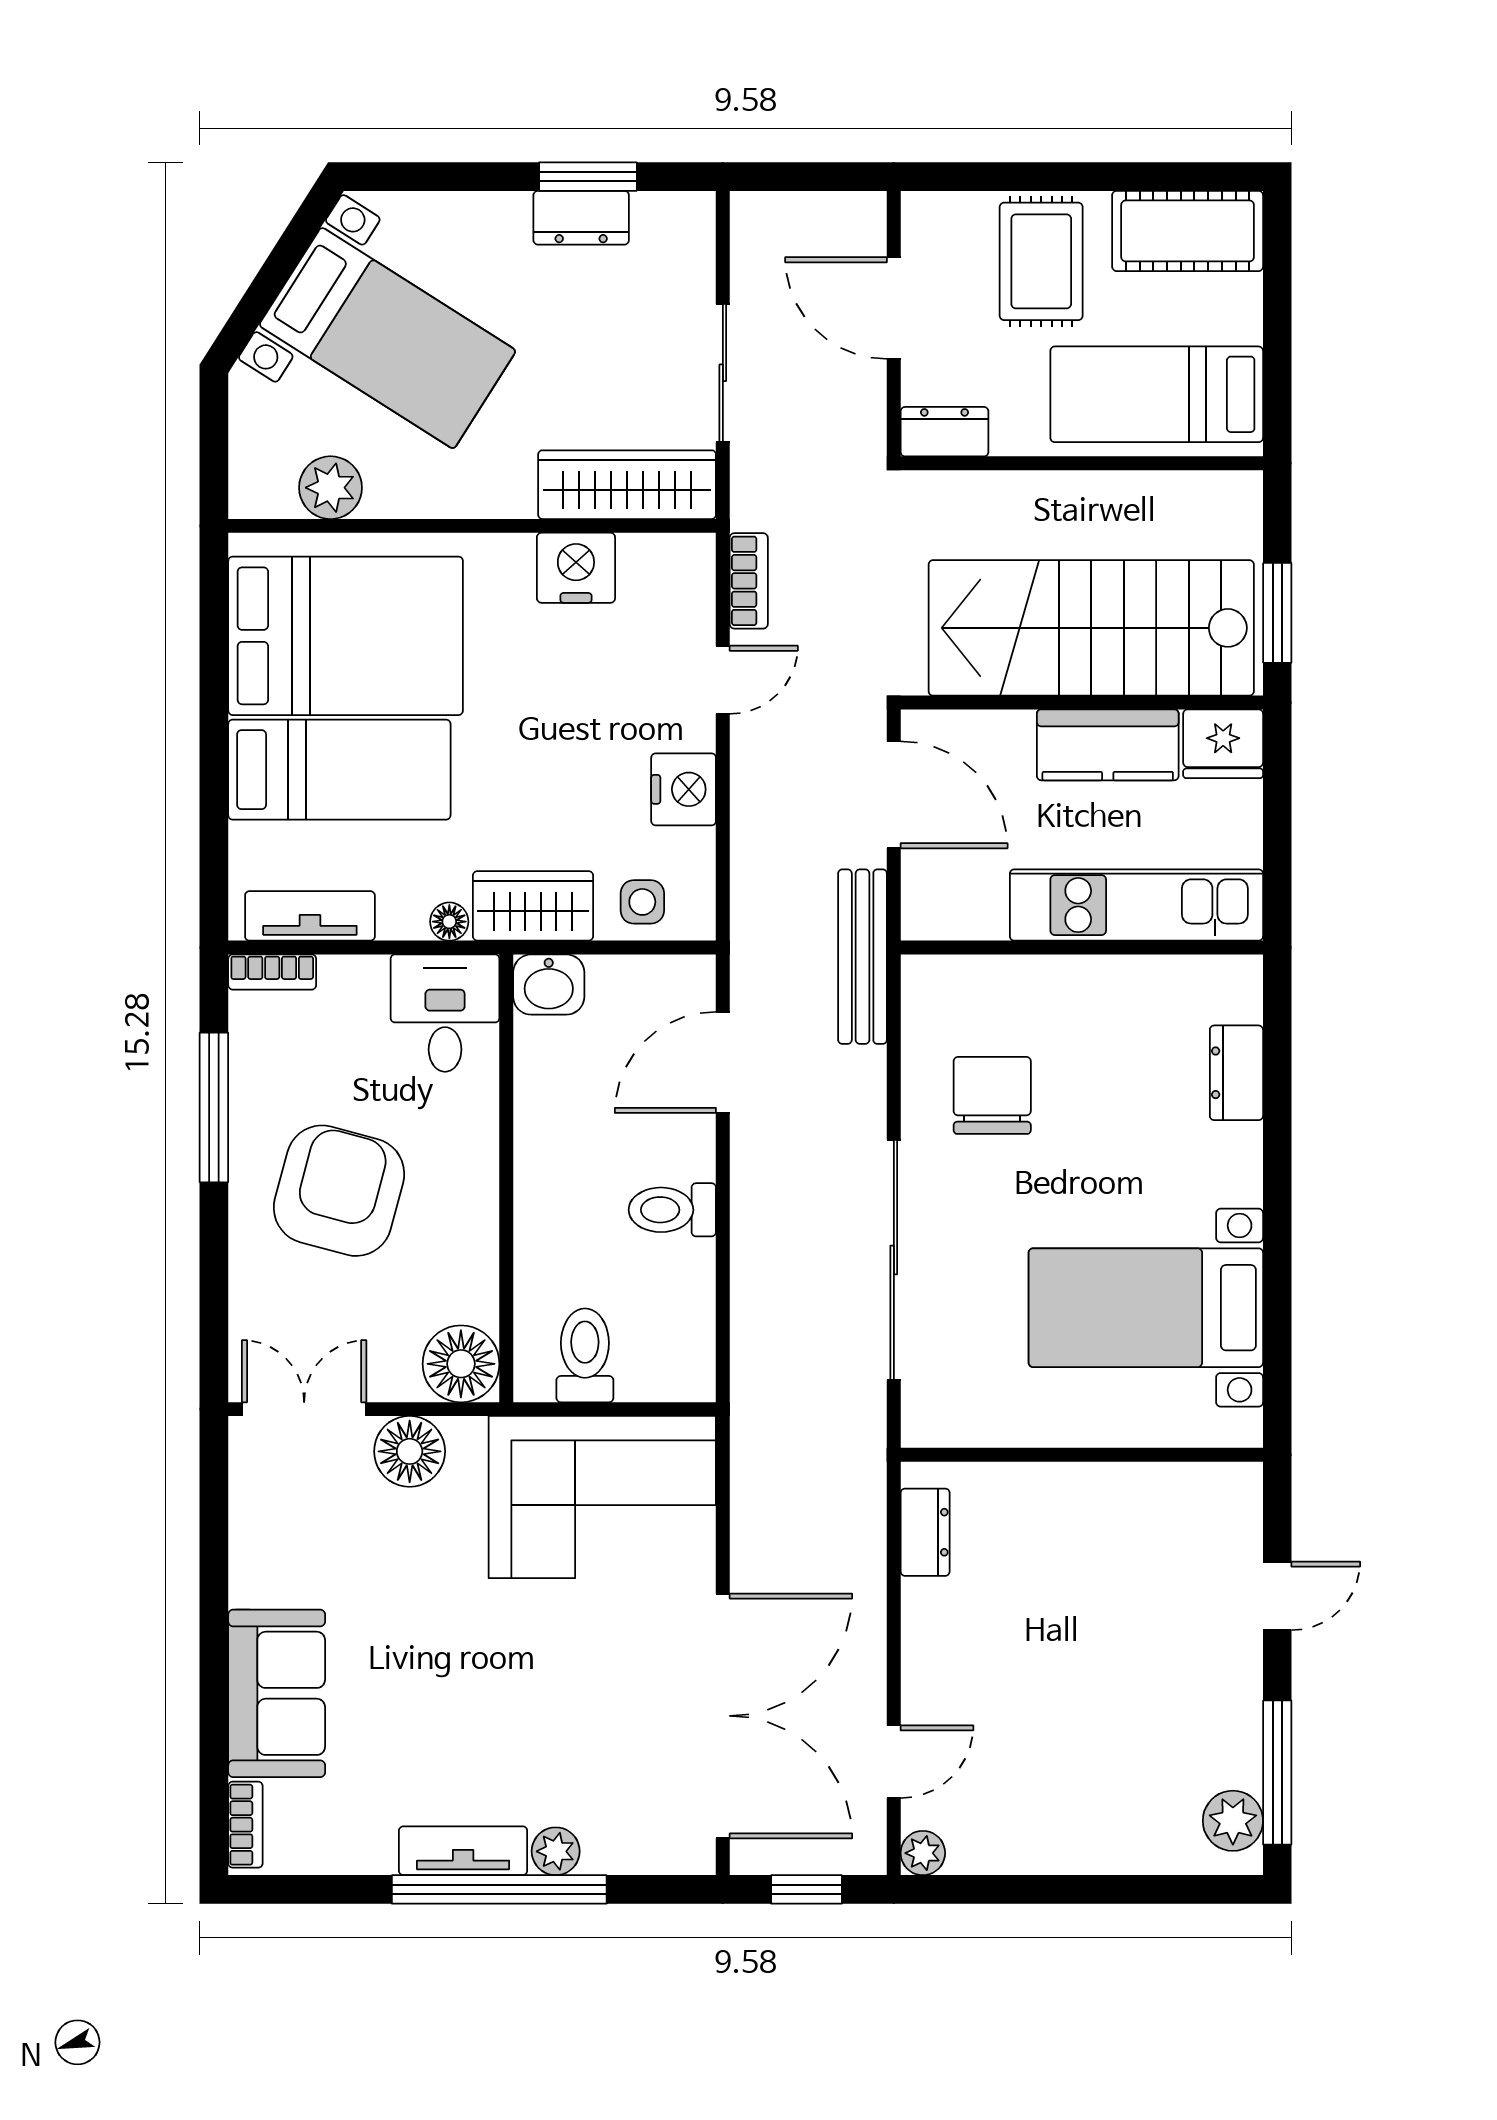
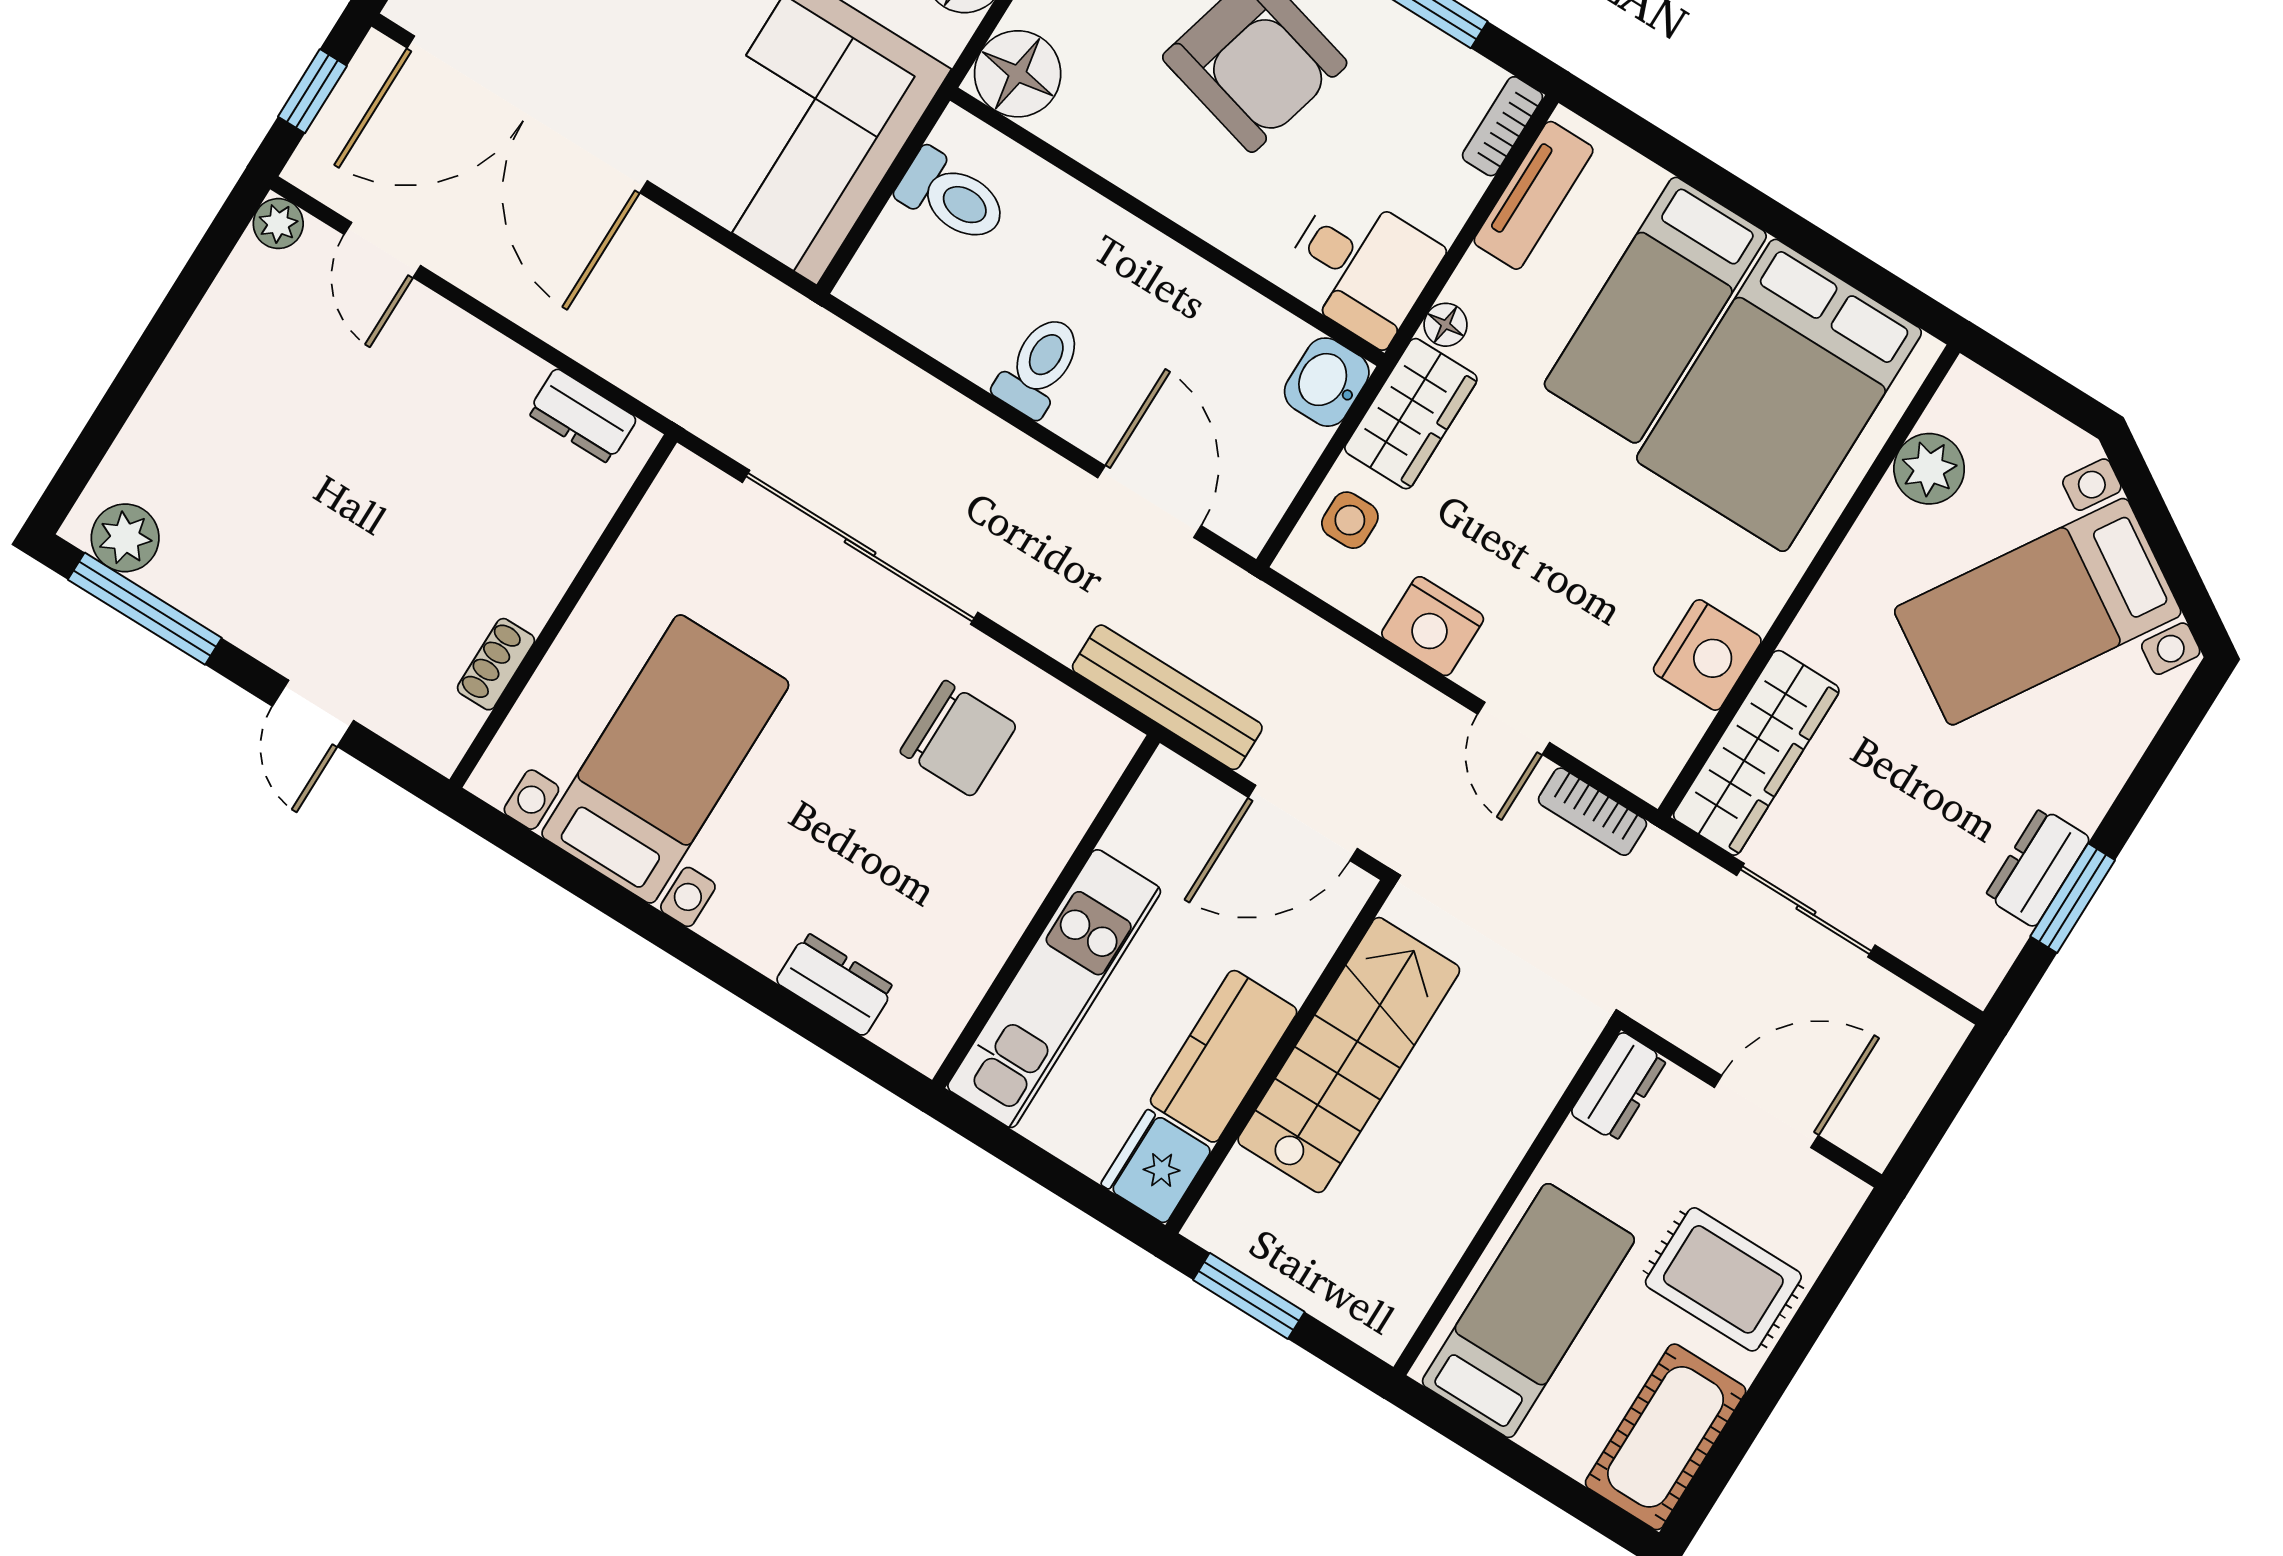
stairs: (1091, 628) -> (1349, 1055), width x0.73, depth x0.66
shoe rack: (1154, 1480) -> (496, 664), added

